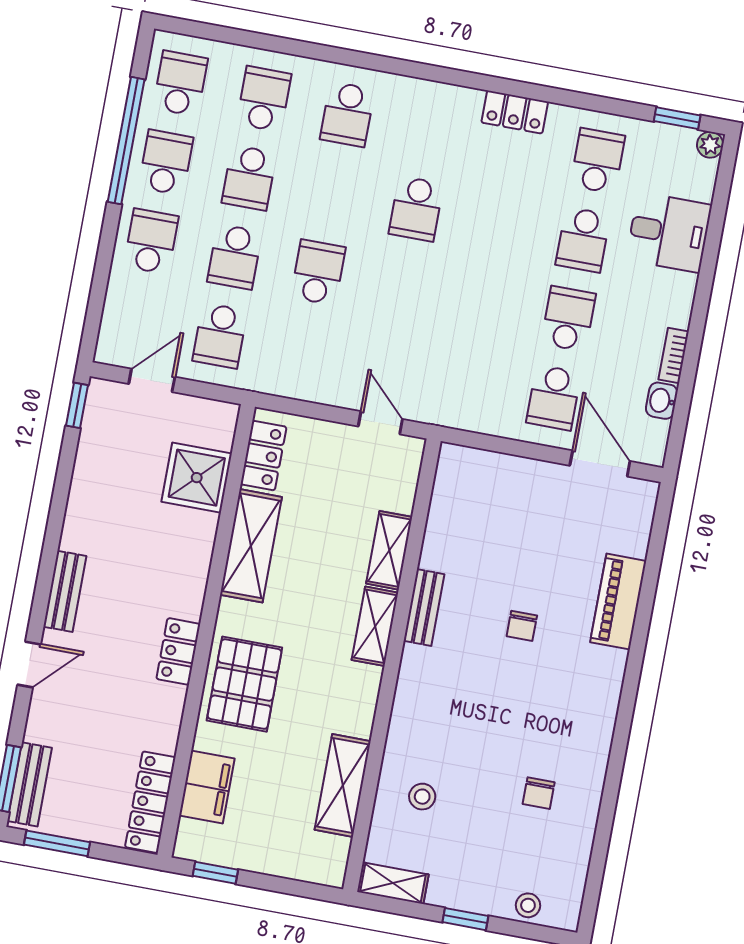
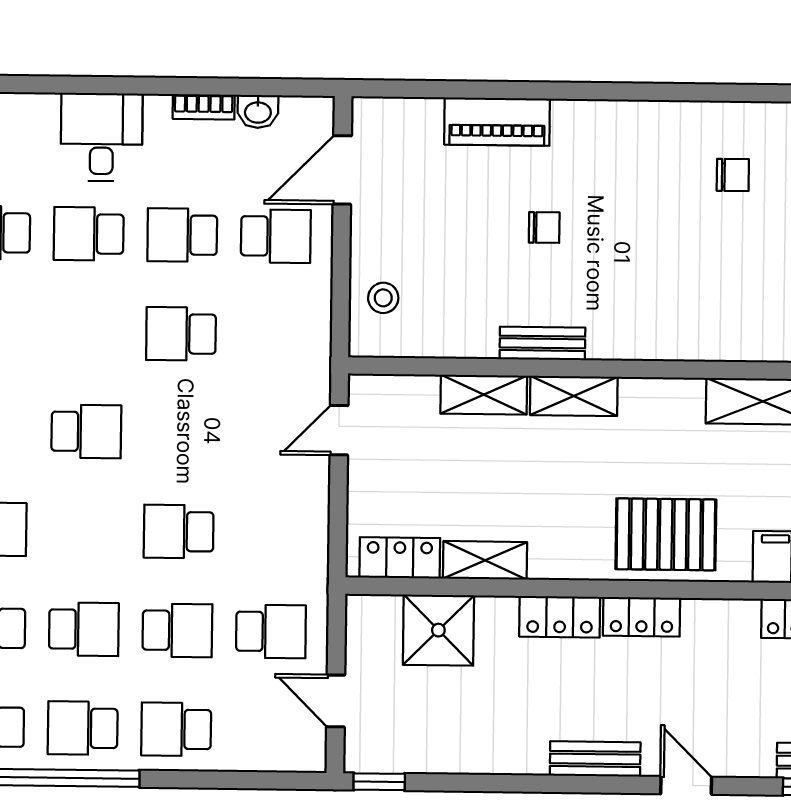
desk: (669, 232) -> (102, 137), moved
school desk: (583, 240) -> (89, 234), turned 180
school desk: (485, 303) -> (181, 334), added
shelving: (251, 546) -> (485, 560), width x0.67, depth x0.75
locker: (190, 582) -> (560, 617), added
stool: (422, 797) -> (383, 298), moved

